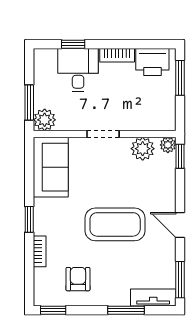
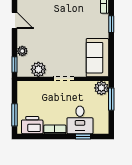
plant: (168, 145) -> (22, 51), moved
coffee table: (115, 224) -> (56, 21), removed

